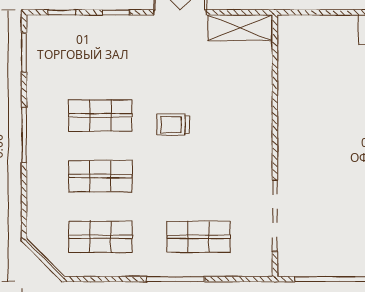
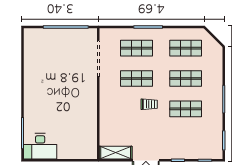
shop shelf: (199, 176) -> (136, 78), added

